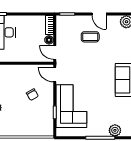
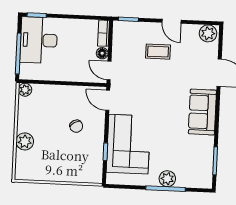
plant: (115, 130) -> (167, 179), moved

